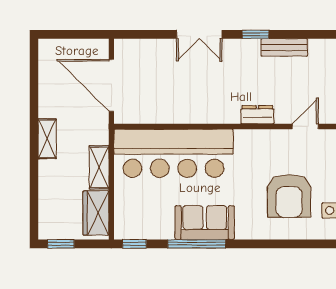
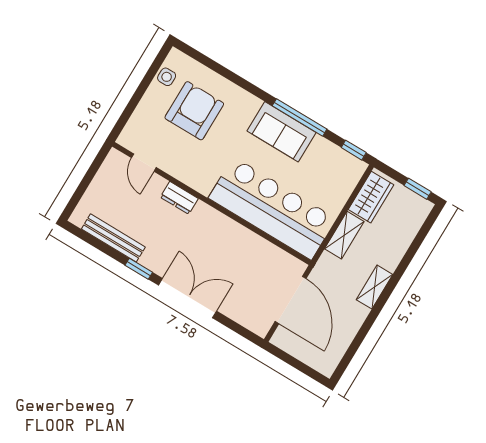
double door: (199, 34) -> (188, 298), width x1.37
bench: (284, 47) -> (113, 238), width x1.36
door: (305, 126) -> (144, 163), hinge flipped

